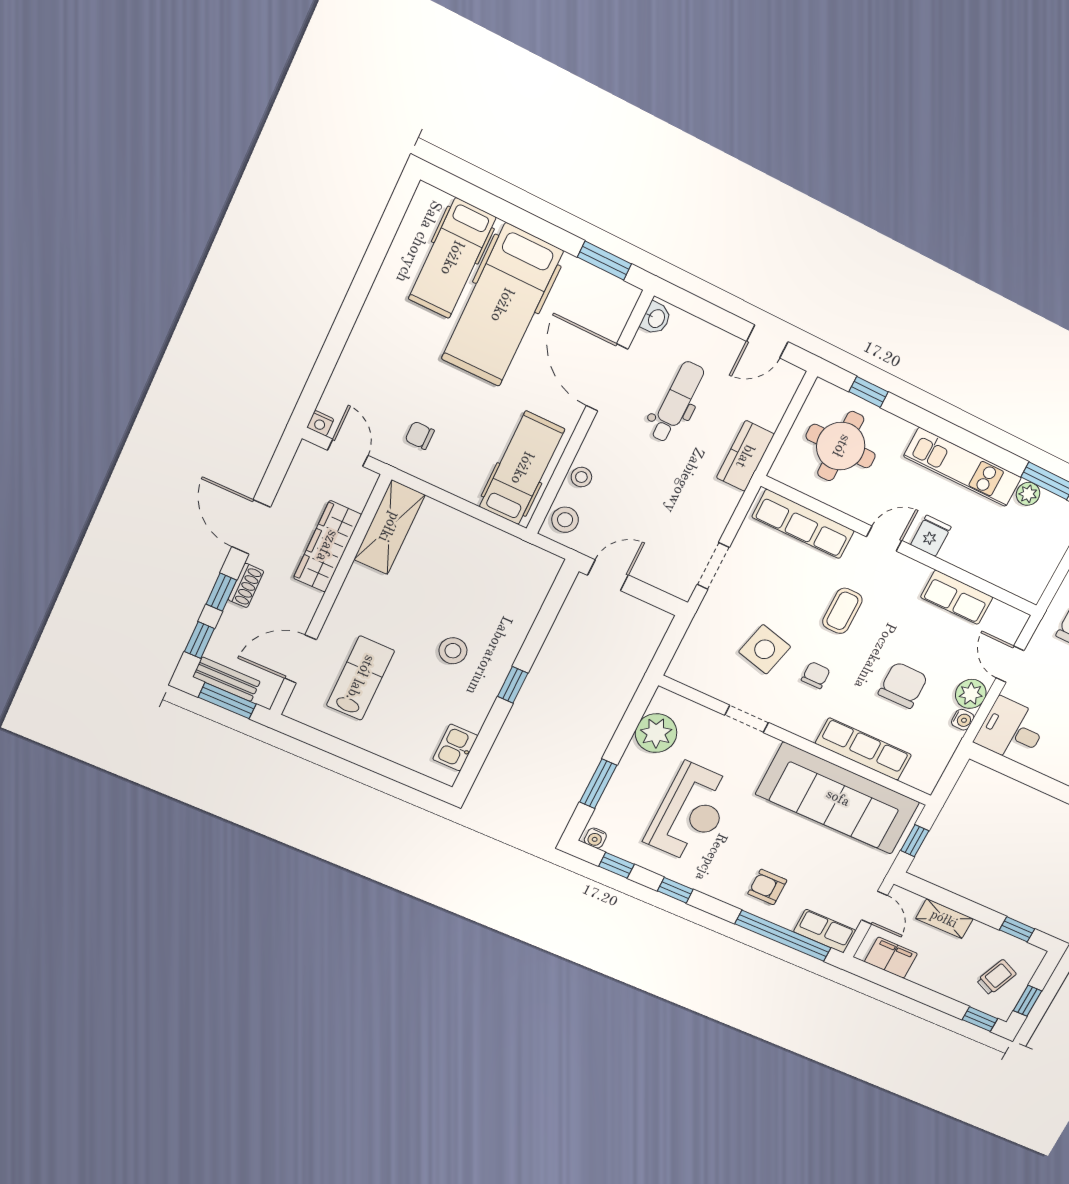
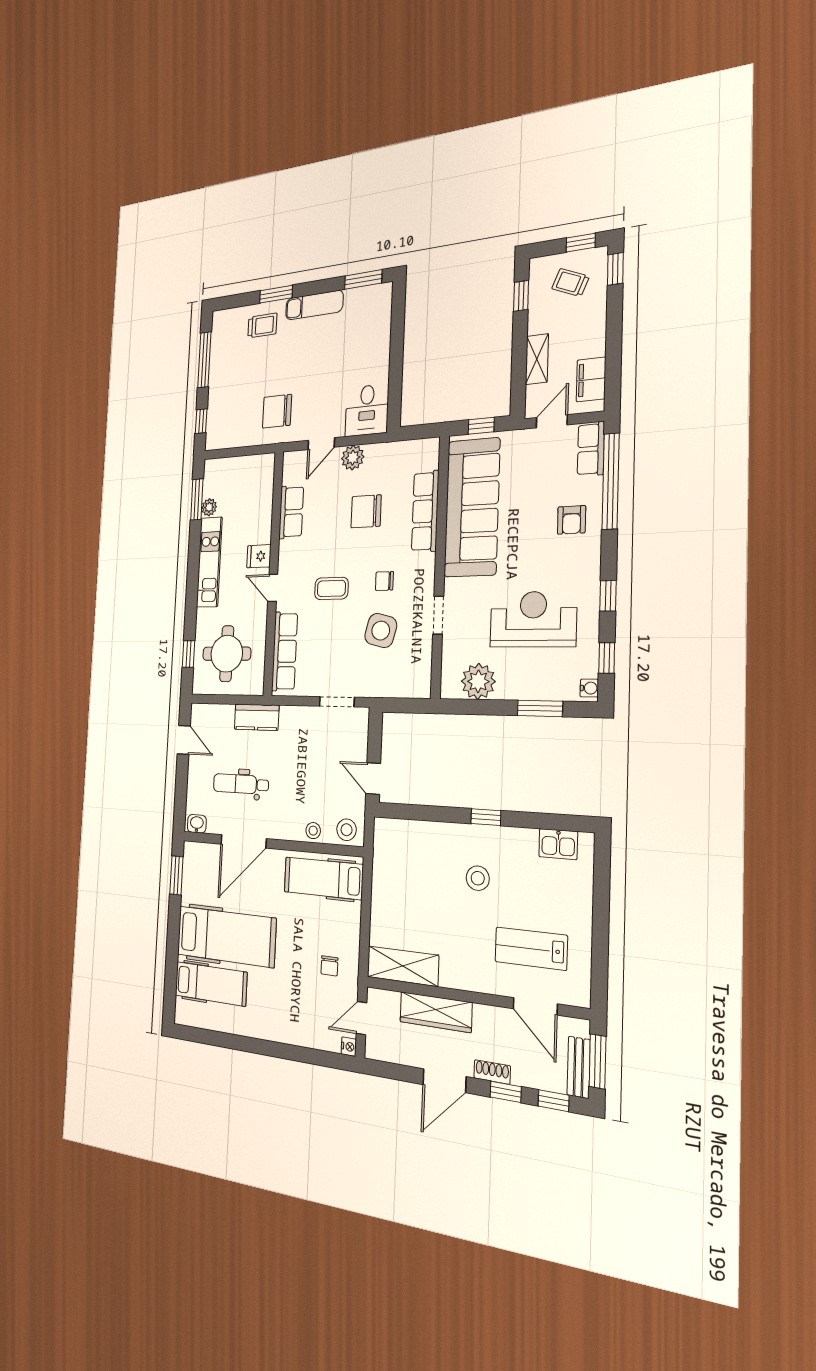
water cooler: (963, 720) -> (373, 451), removed

